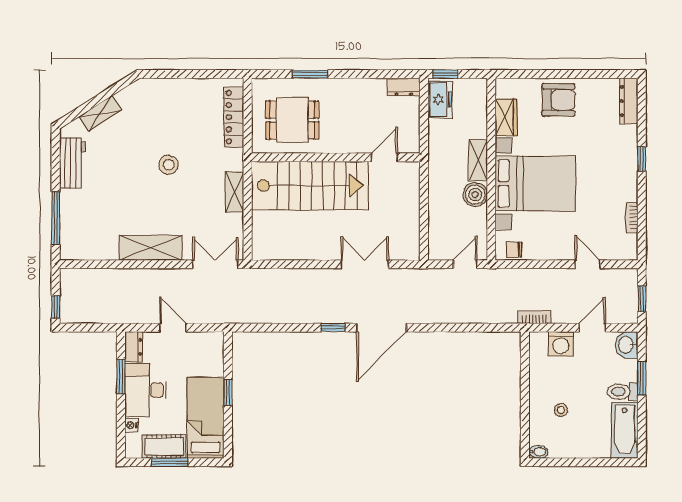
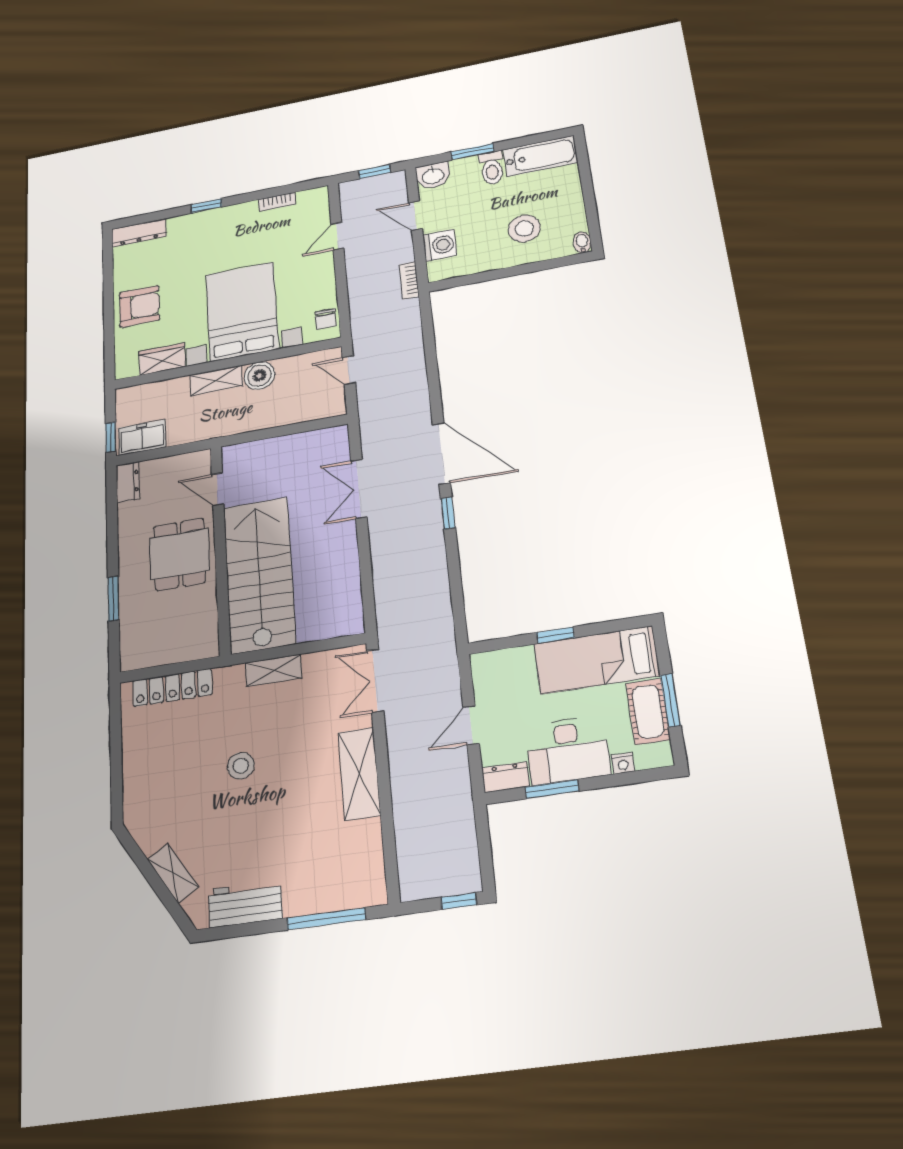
armchair: (559, 100) -> (139, 306), turned 90
dining table: (292, 120) -> (180, 554), moved
stool: (561, 410) -> (524, 228), width x1.89, depth x1.89

